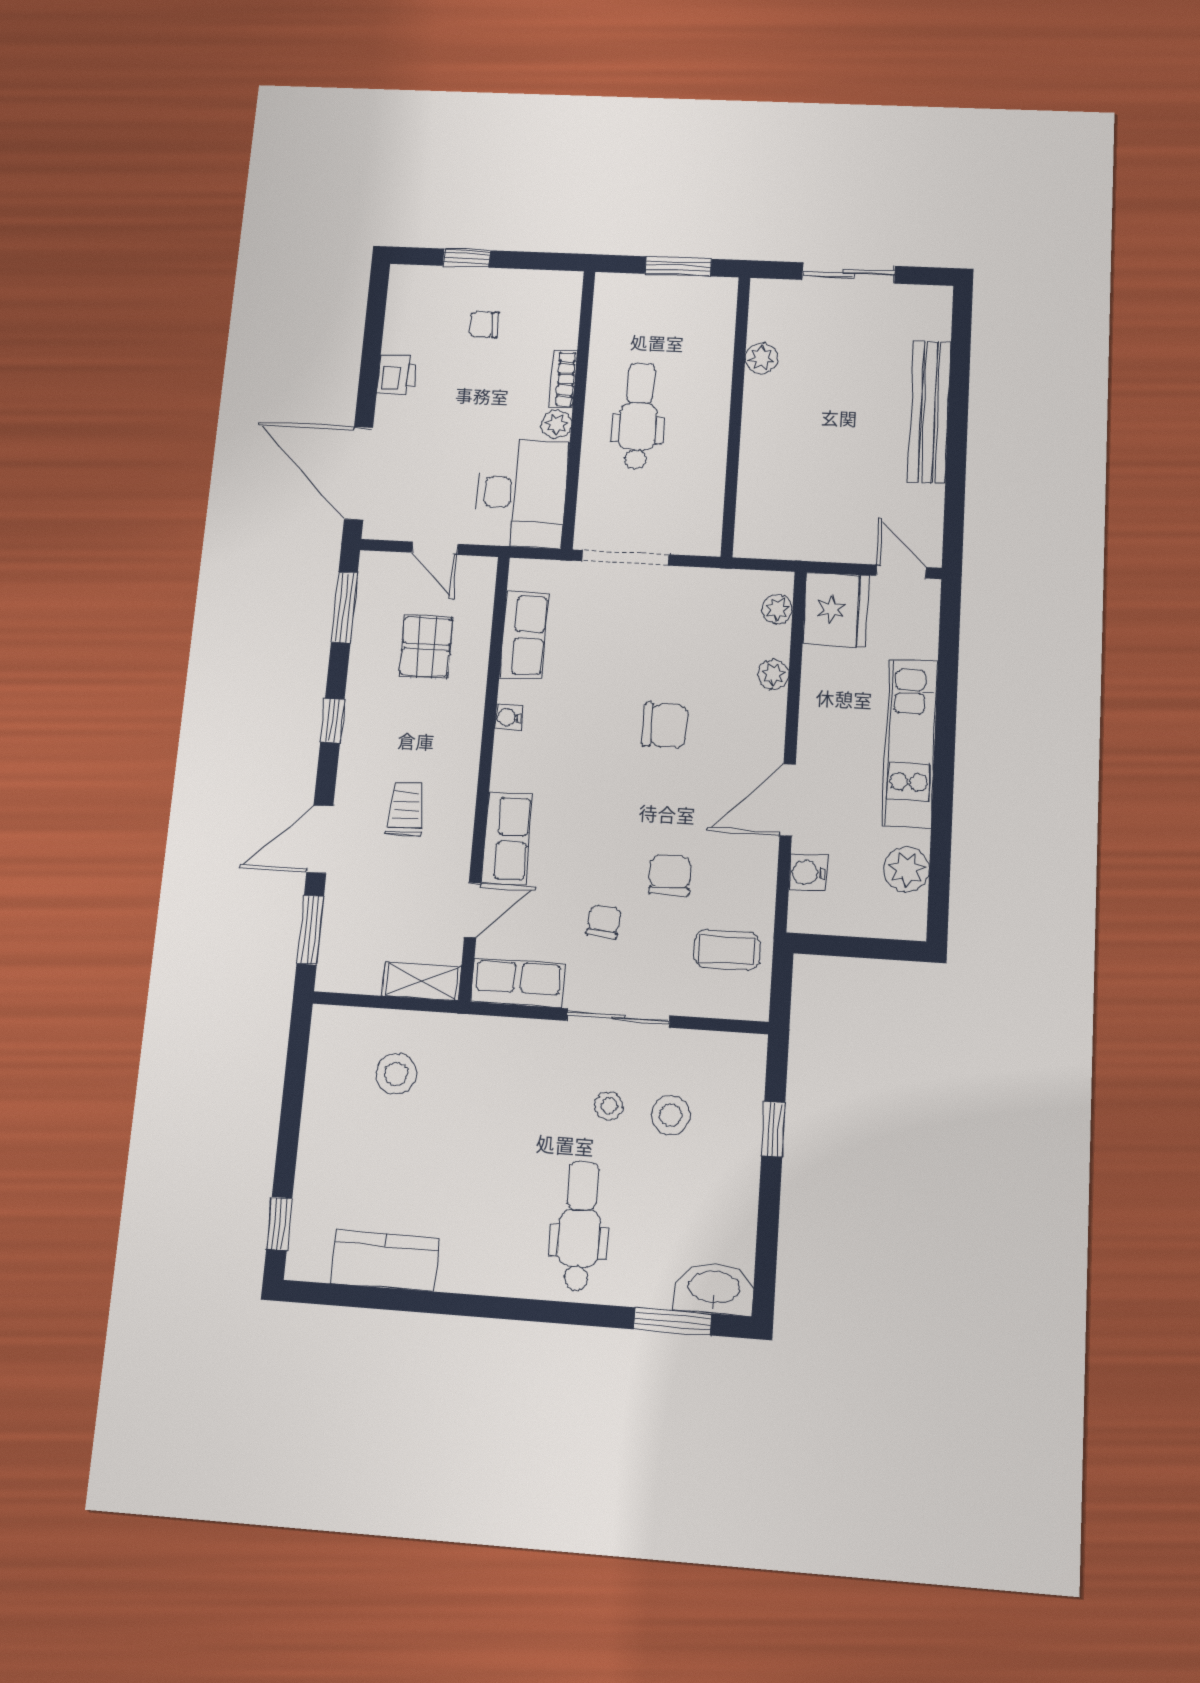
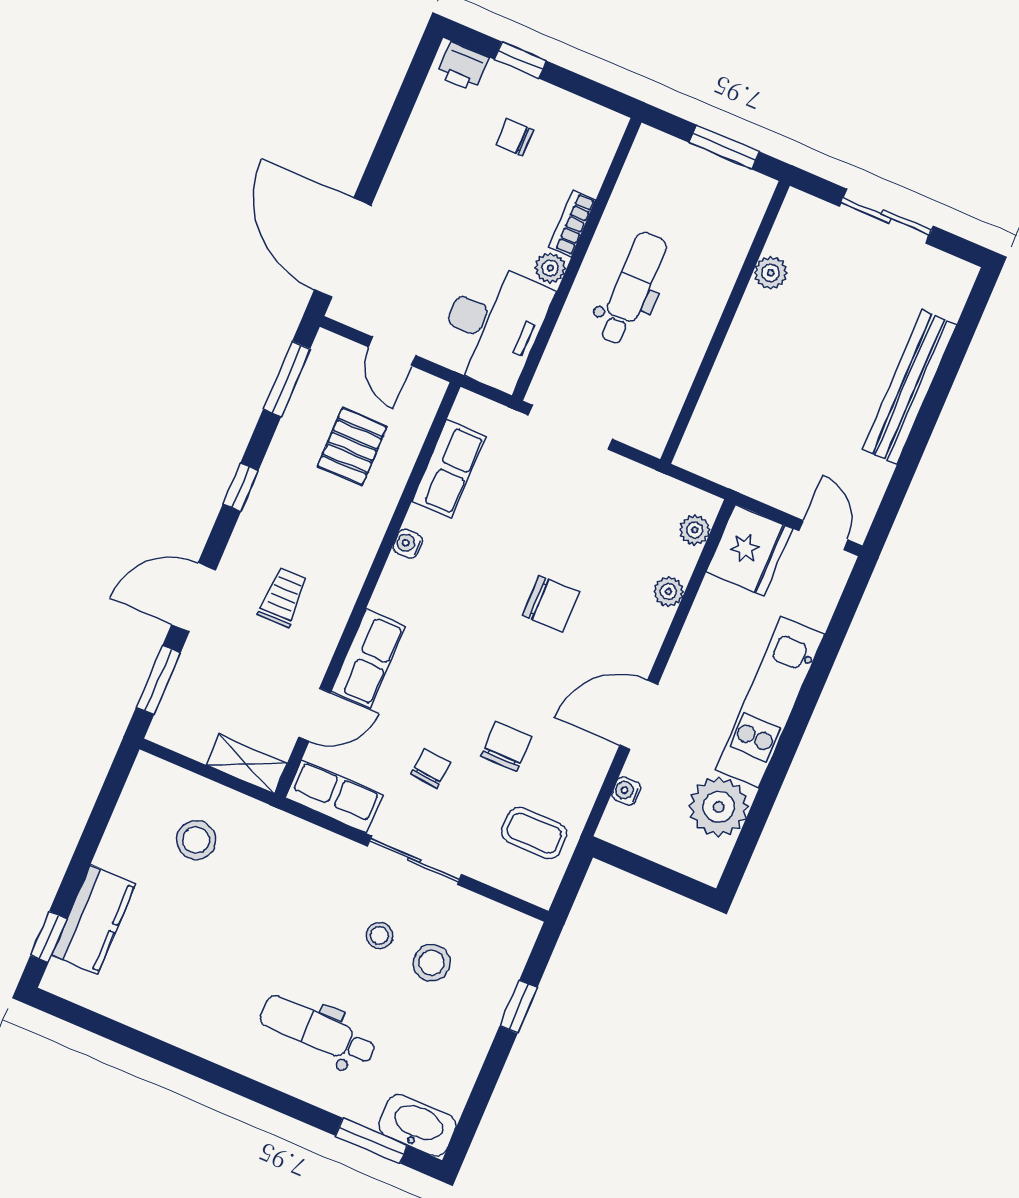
printer: (397, 375) -> (463, 67), moved, turned 90
plant: (907, 869) -> (719, 807), width x1.36, depth x1.36
water cooler: (808, 872) -> (626, 791), width x0.72, depth x0.72
dental chair: (580, 1225) -> (318, 1031), turned -90
kitchen counter: (385, 1260) -> (94, 920), moved, turned 90

